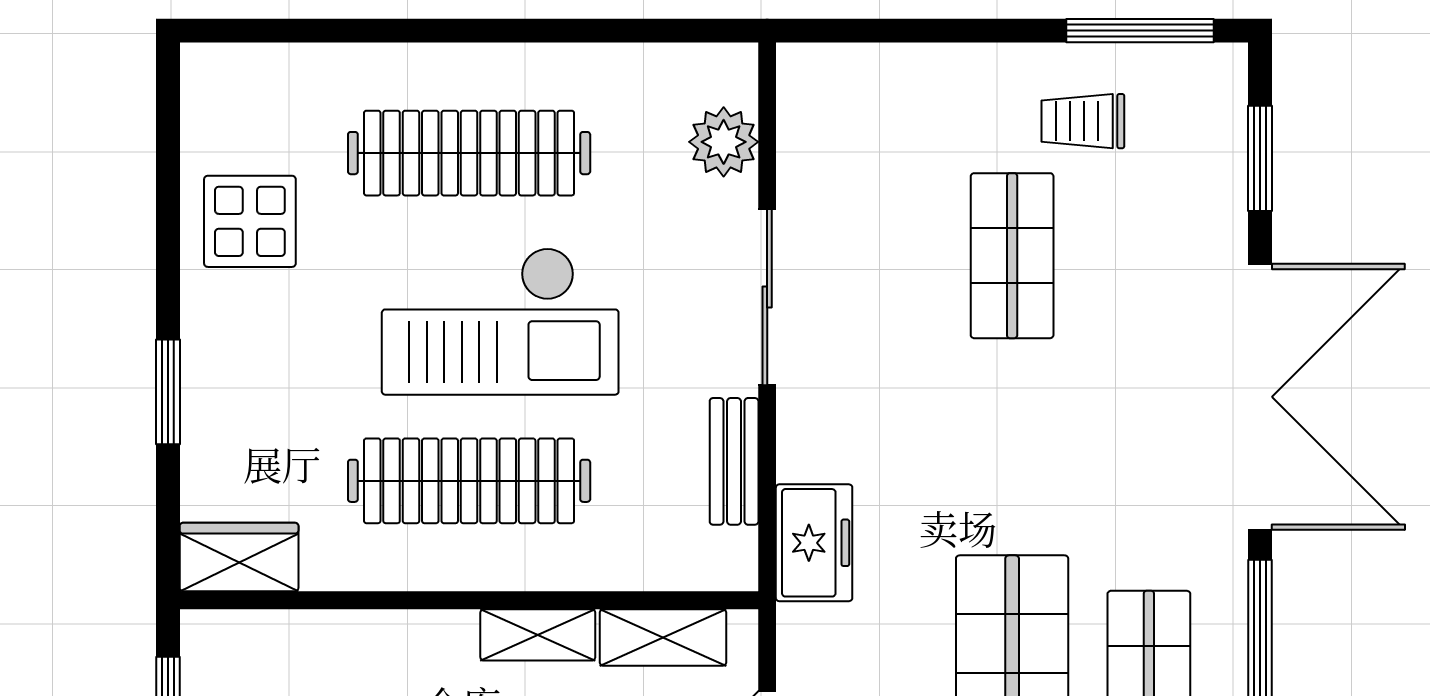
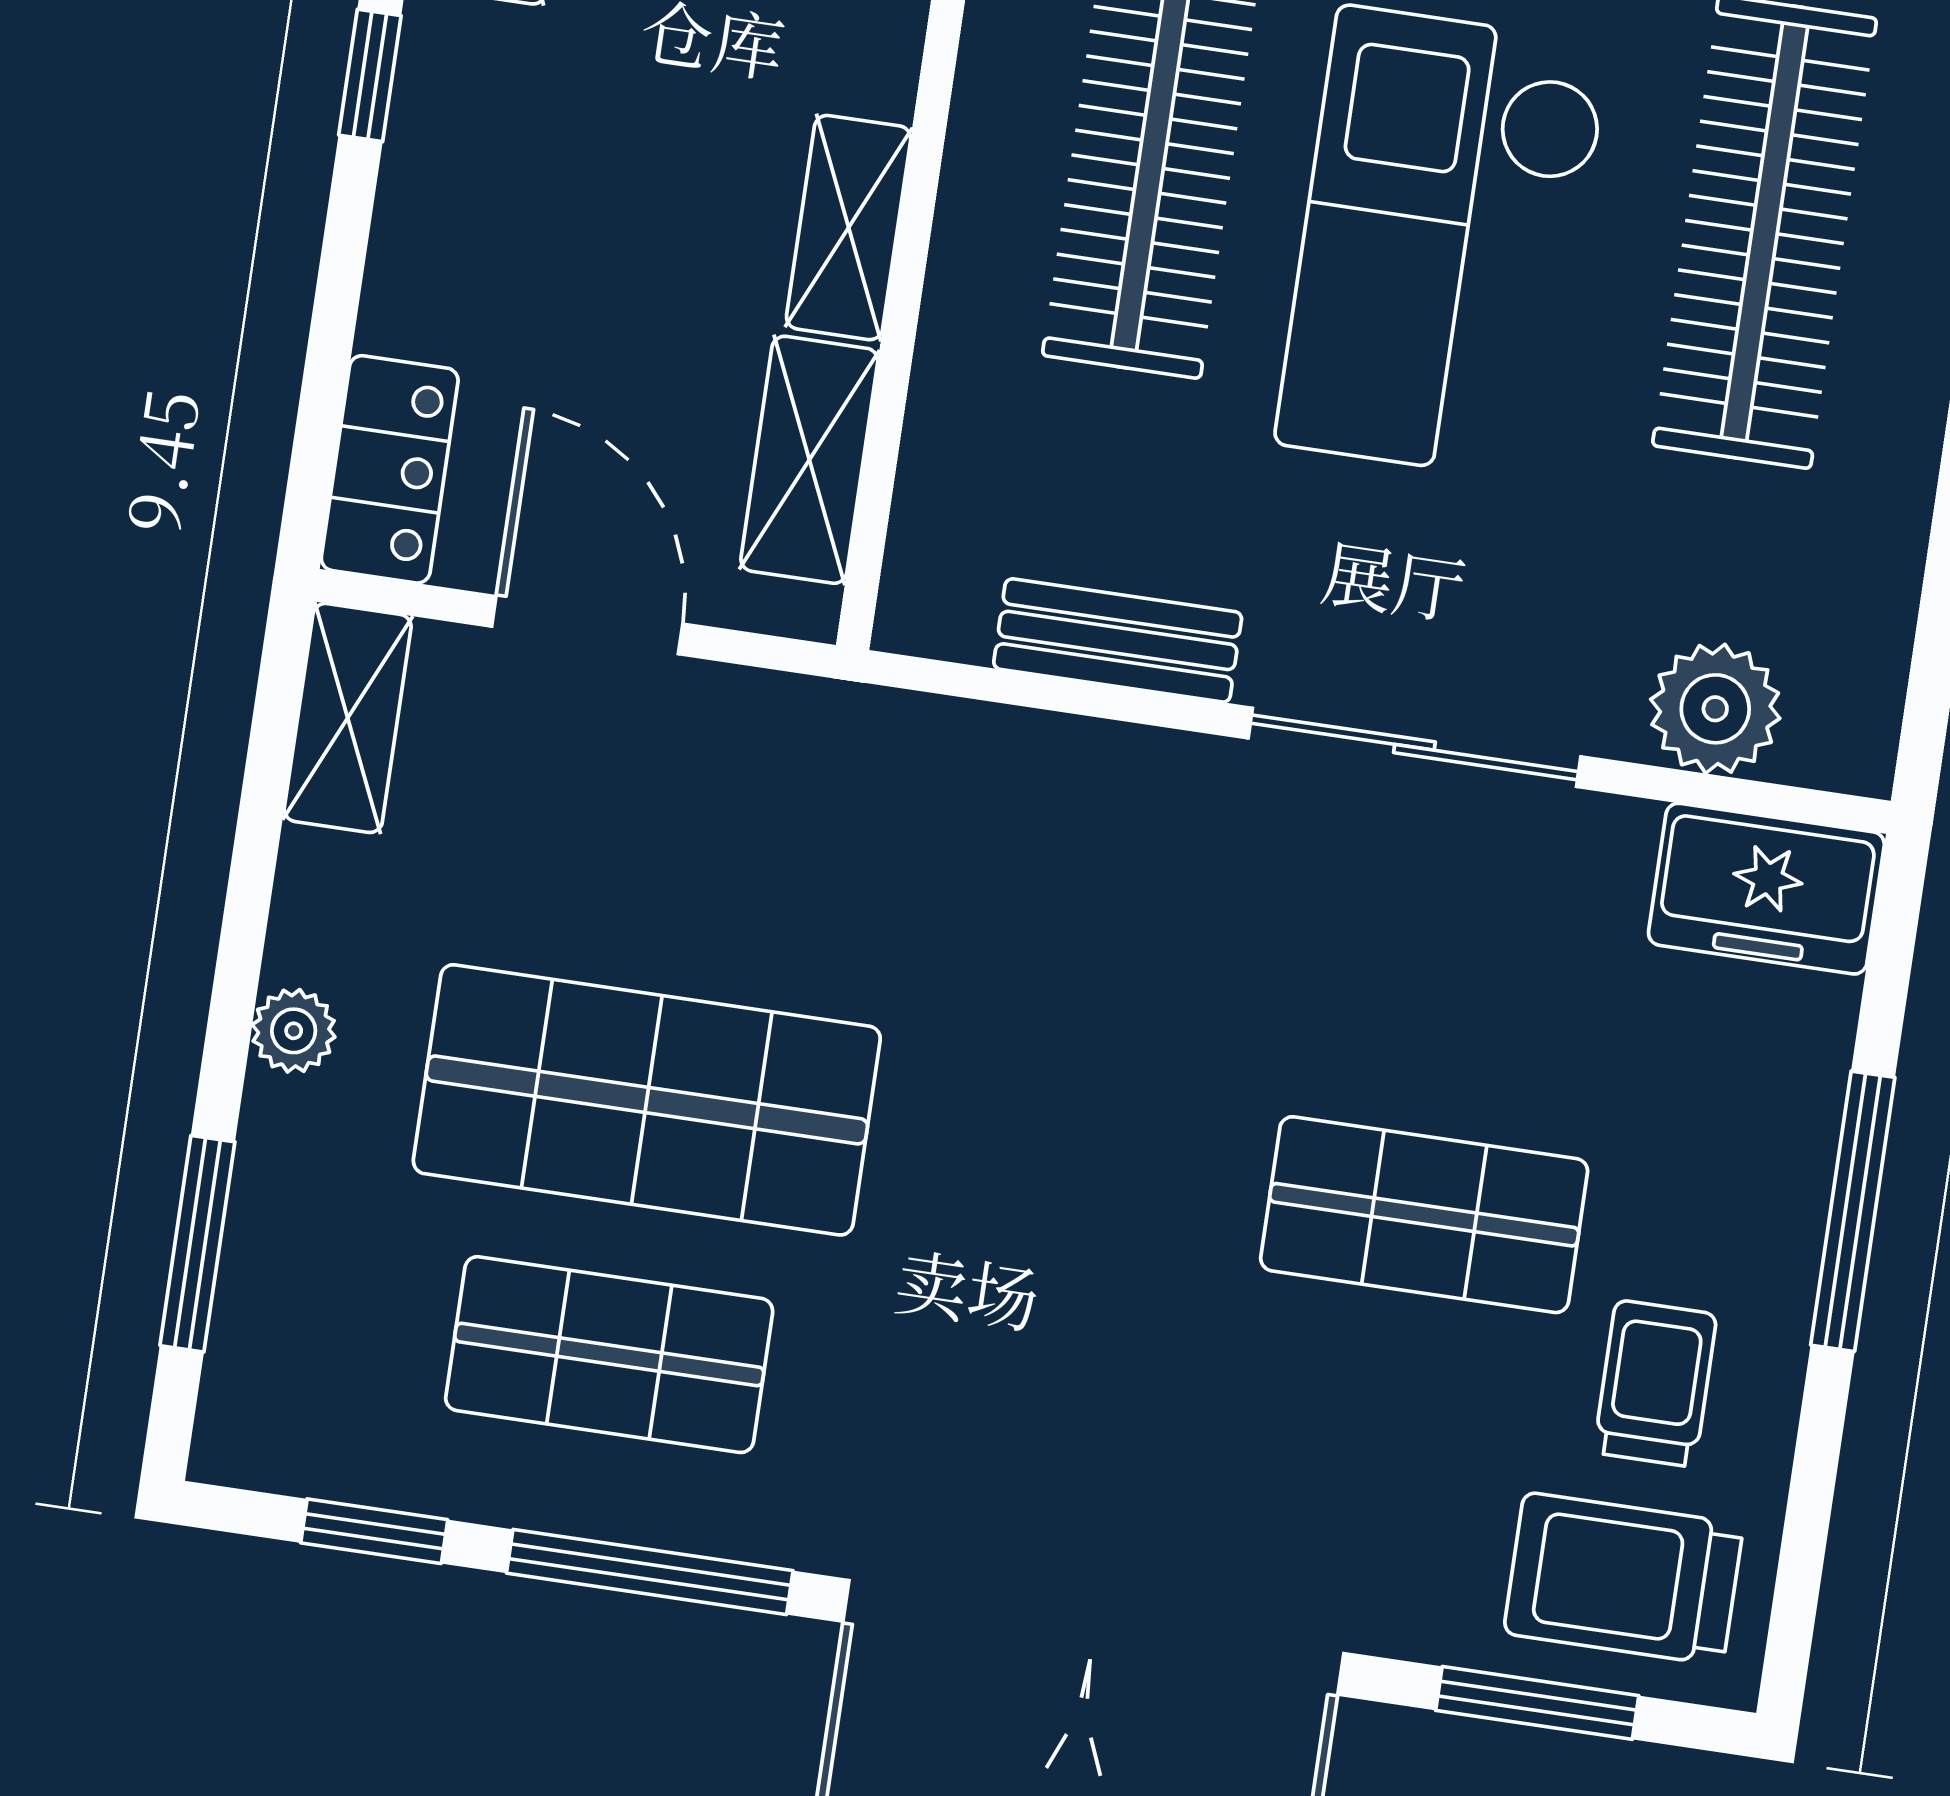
window: (1140, 31) -> (1853, 1211), moved
trolley: (1188, 123) -> (1623, 1579), added
freezer: (814, 543) -> (1766, 889), moved

